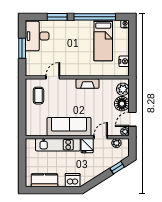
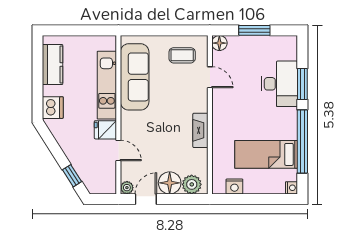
desk: (37, 36) -> (279, 84), moved, turned 90
floor lamp: (30, 71) -> (219, 43), added
door: (132, 119) -> (146, 199), hinge flipped
sofa: (69, 127) -> (135, 77), moved
plant: (116, 143) -> (110, 175), removed

